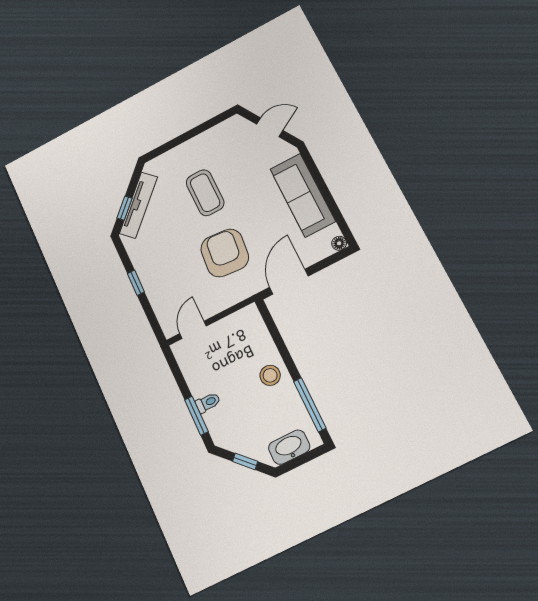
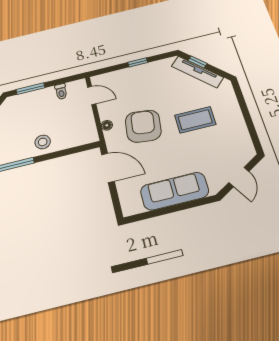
floor lamp: (339, 243) -> (107, 125), moved
armchair: (225, 253) -> (143, 126), turned -88
toilet: (208, 403) -> (61, 92), moved

